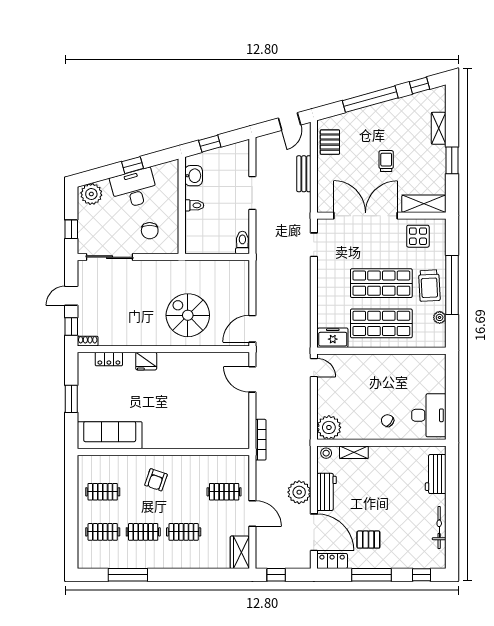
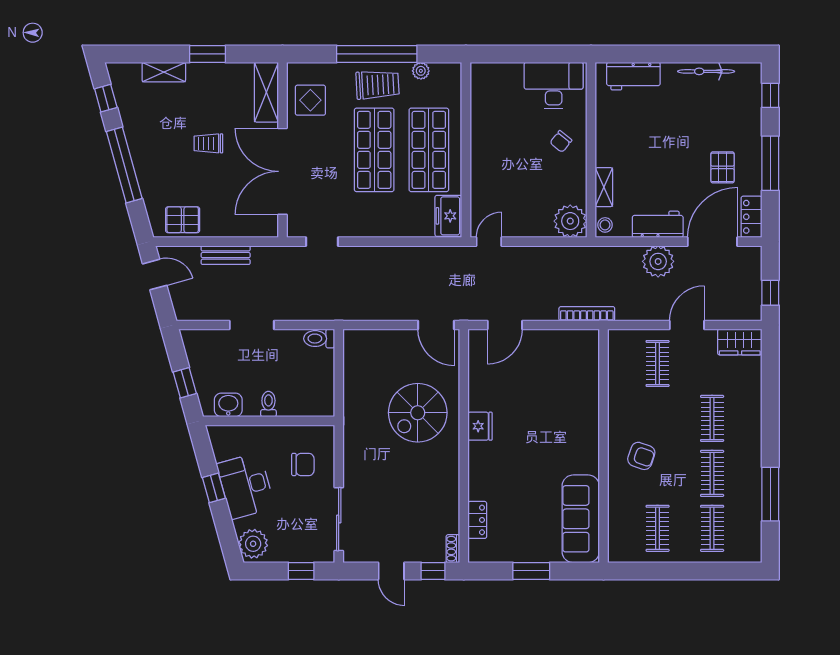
fridge: (146, 361) -> (480, 426), moved

